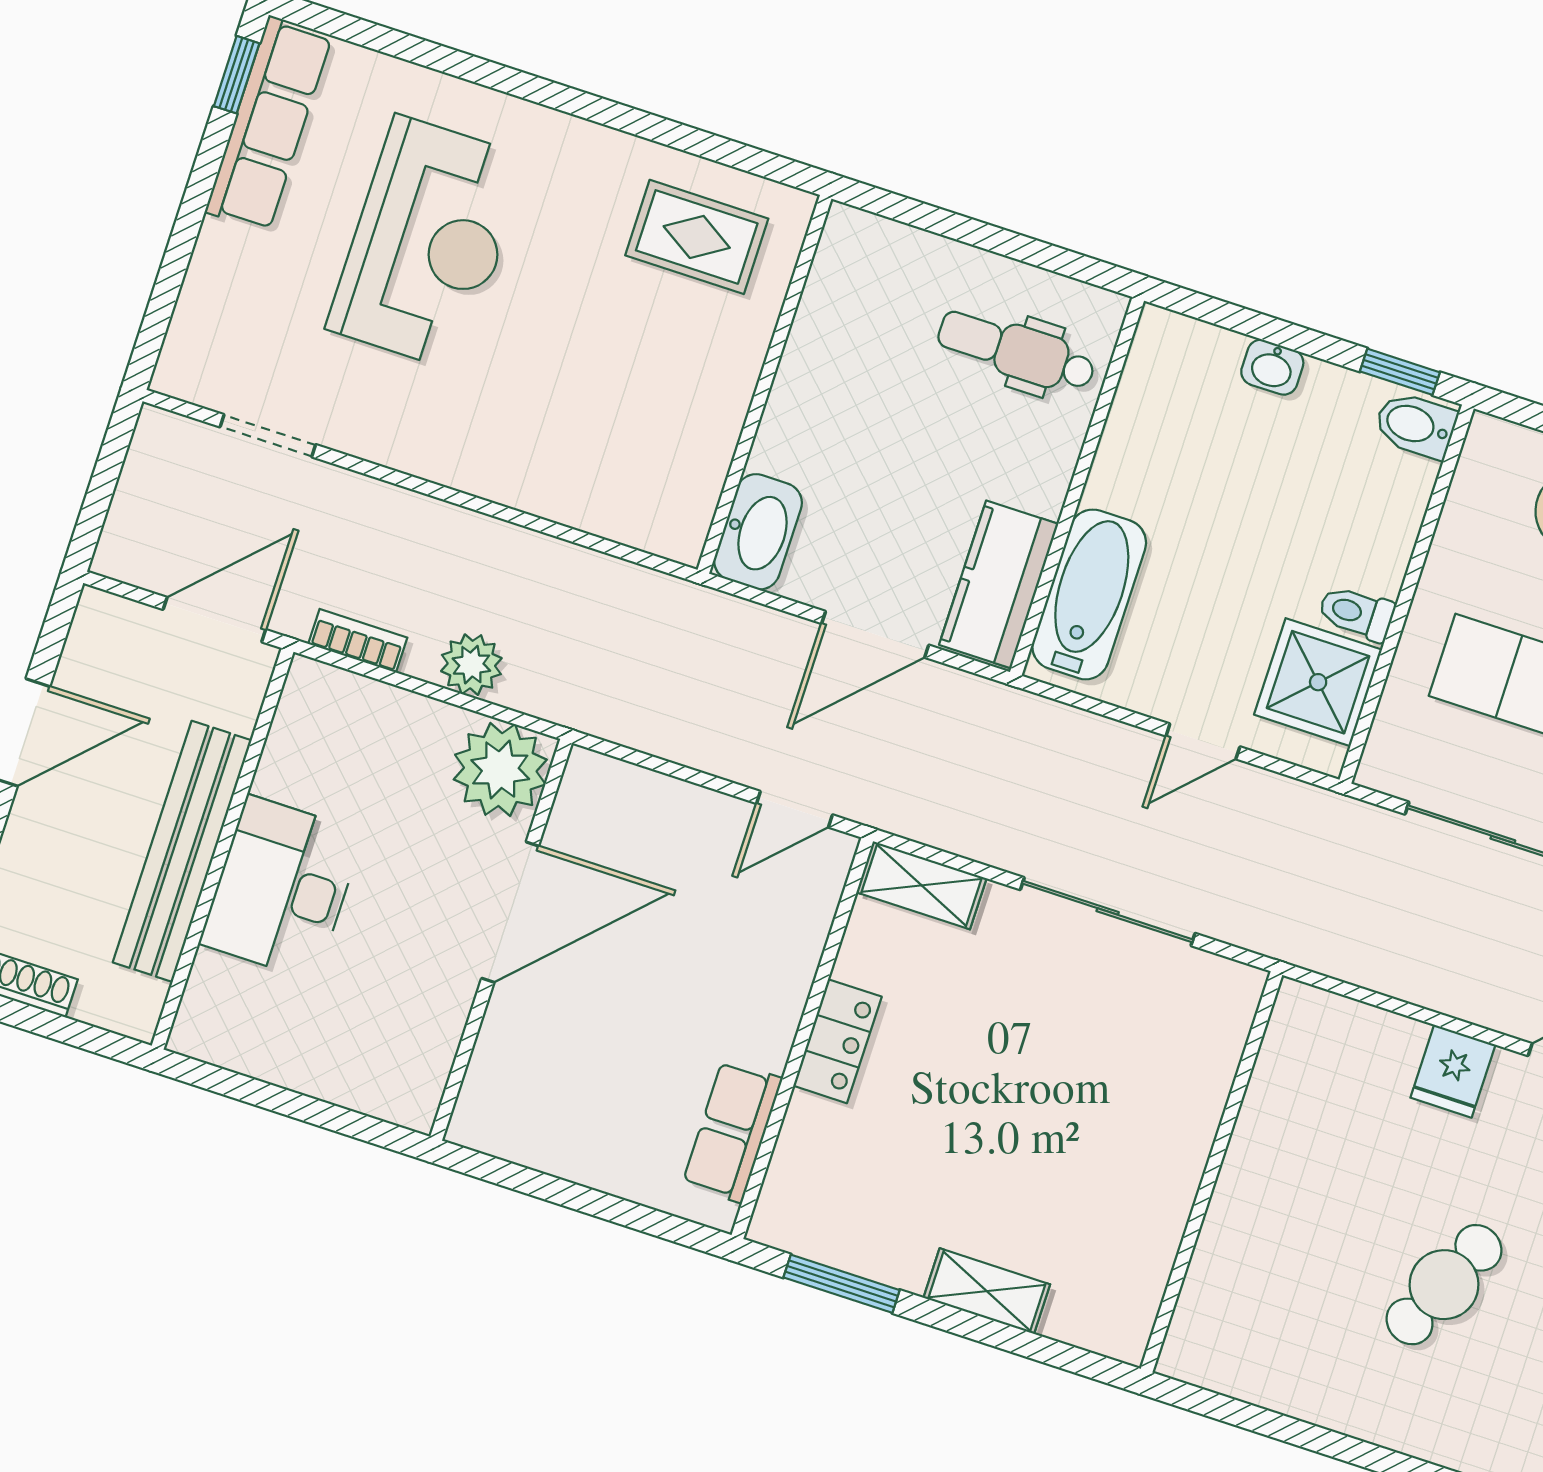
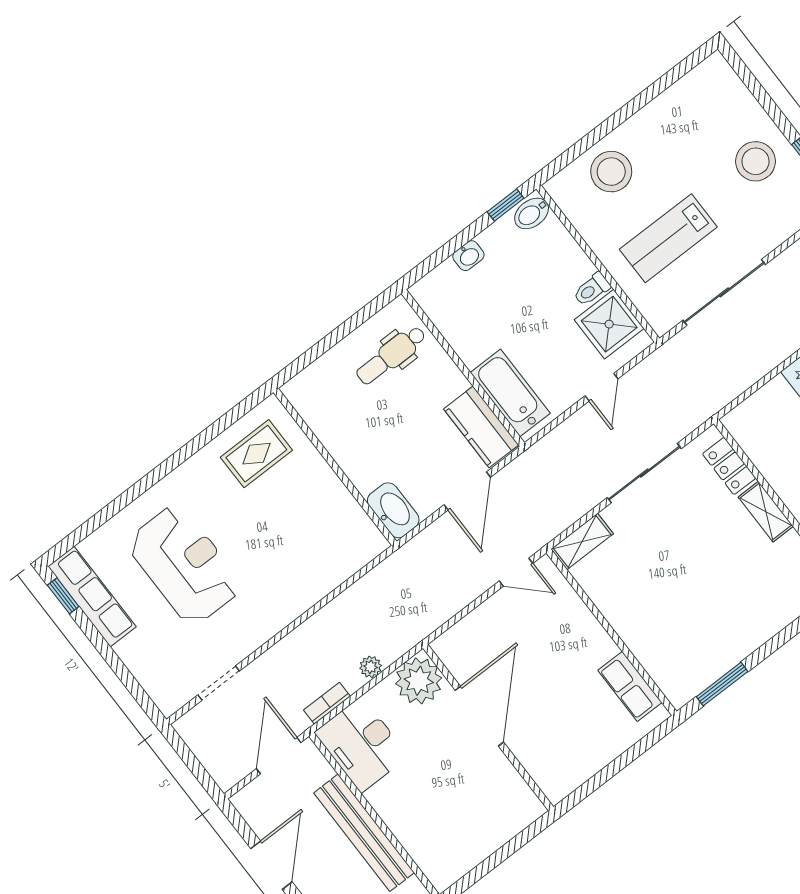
plant: (471, 665) -> (371, 667), width x0.73, depth x0.73
door: (794, 809) -> (516, 572), hinge flipped
desk: (282, 888) -> (361, 744), moved
locker: (837, 1041) -> (729, 466), moved, turned 180
shelving: (987, 1291) -> (766, 512), moved, turned 90

